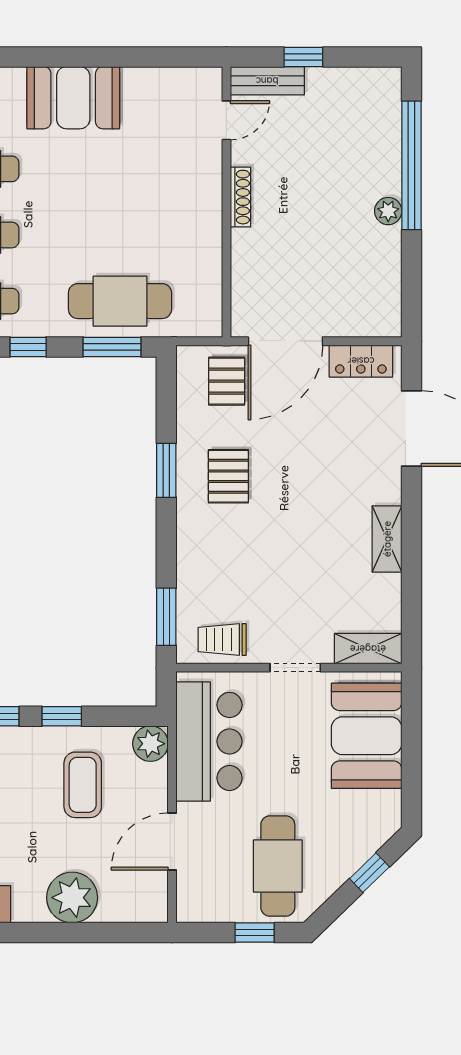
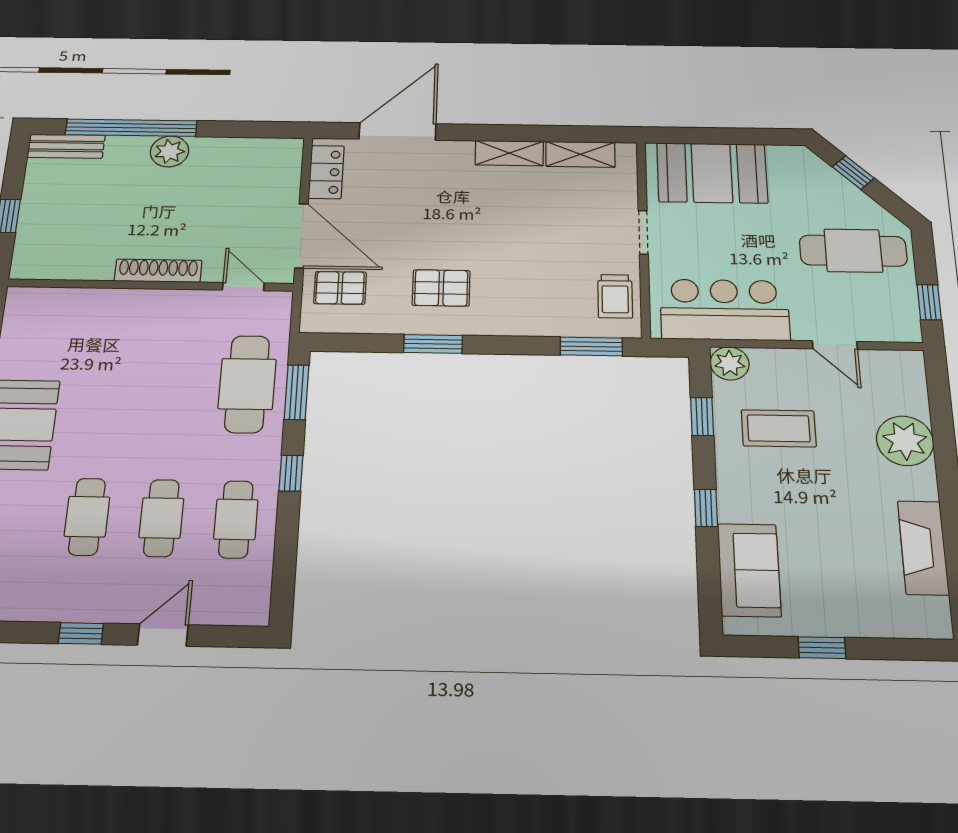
bench: (267, 81) -> (66, 146), moved, turned 90
door: (226, 120) -> (243, 287), moved
shoe rack: (240, 197) -> (158, 271), width x1.36, depth x1.24
plant: (388, 211) -> (170, 151), width x1.38, depth x1.38
shelving: (368, 649) -> (580, 154), moved, turned 90
window: (62, 716) -> (702, 417), moved
door: (172, 841) -> (835, 345), width x0.73
window: (255, 933) -> (929, 302), moved

